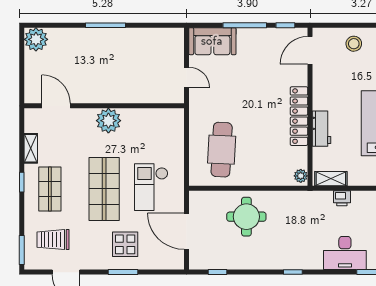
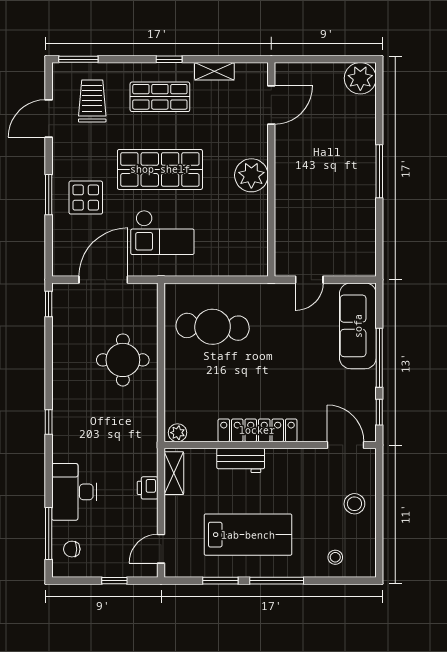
sofa: (212, 41) -> (358, 326), width x1.36
checkout: (151, 187) -> (162, 232), turned 180
window: (218, 272) -> (49, 304), moved

